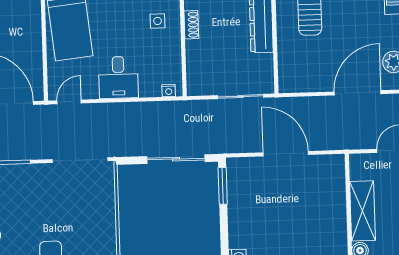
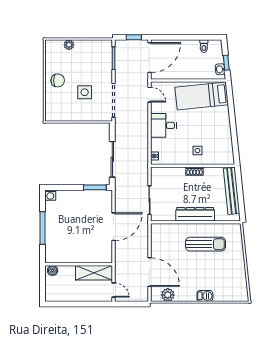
side table: (68, 207) -> (85, 92), added
shelving: (362, 211) -> (94, 273), moved

